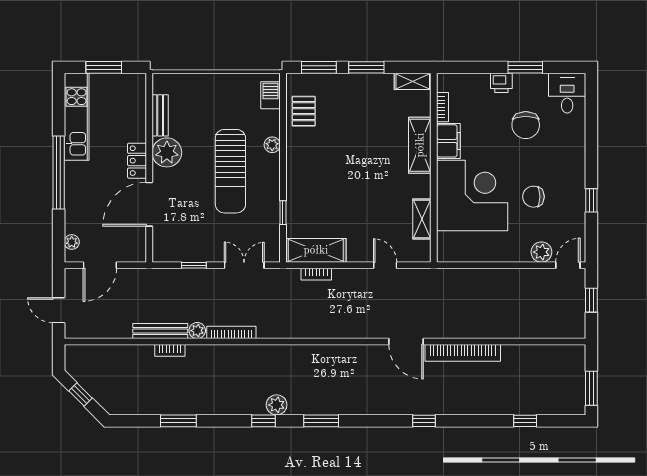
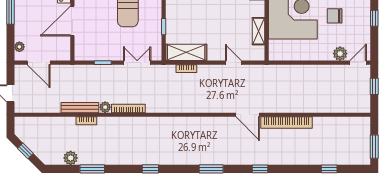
door: (100, 265) -> (39, 63), hinge flipped
plant: (277, 405) -> (71, 158), moved
window: (321, 421) -> (211, 169), moved

